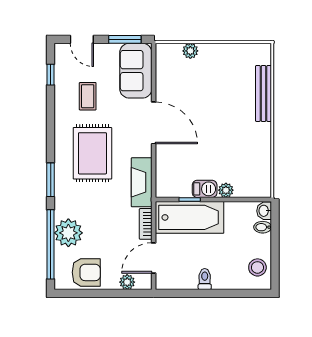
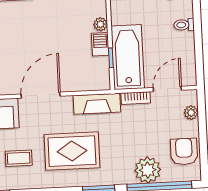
door: (154, 258) -> (167, 89), swing flipped
toilet: (205, 279) -> (184, 25), moved

